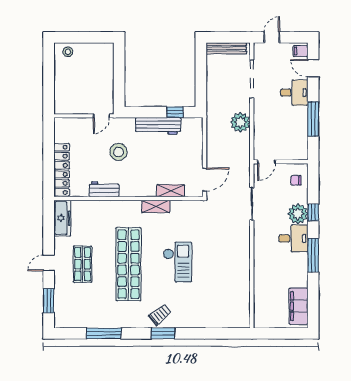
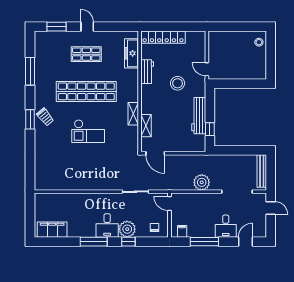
filing cabinet: (301, 51) -> (182, 231), moved
freezer: (62, 218) -> (132, 53), moved, turned 90

